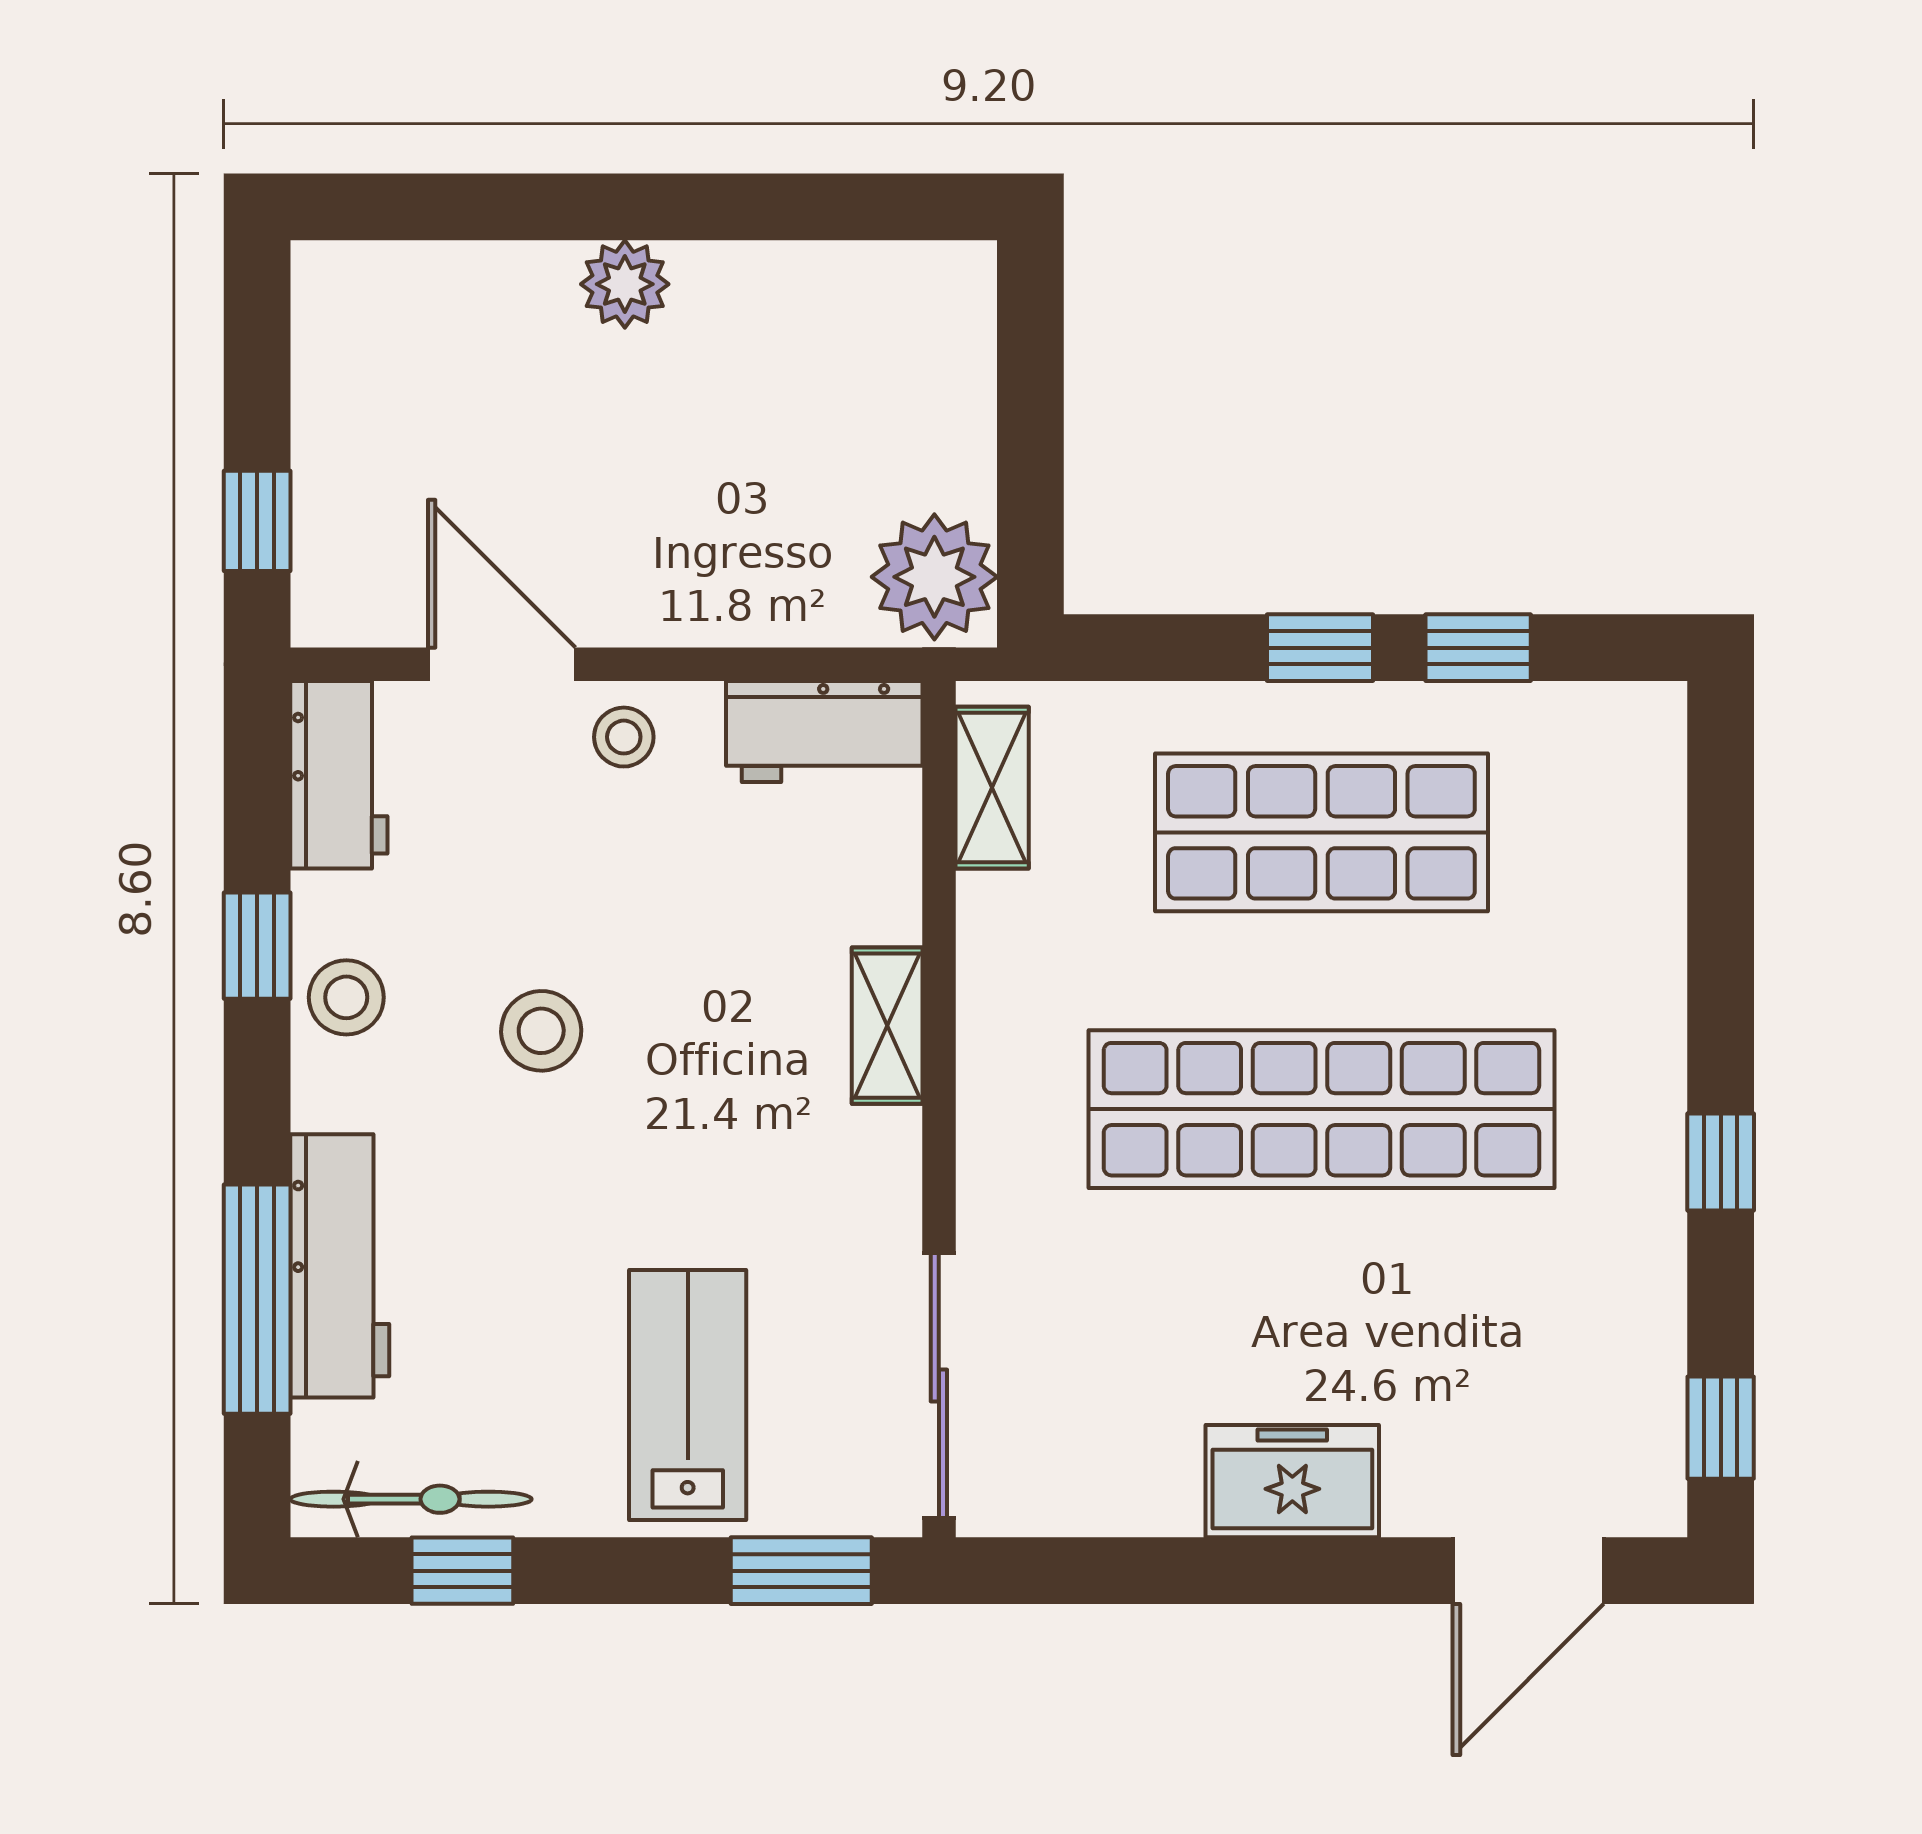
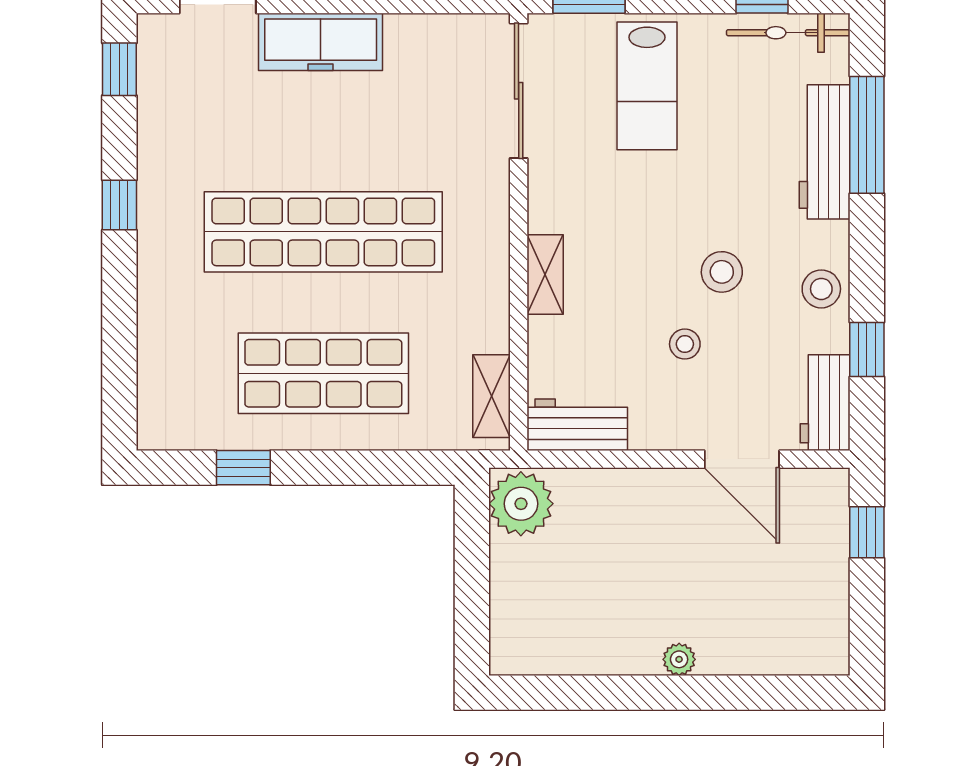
plant: (625, 284) -> (679, 659), width x0.73, depth x0.73
window: (1320, 648) -> (324, 468), removed
stool: (624, 737) -> (685, 344), moved
window: (257, 946) -> (867, 349), moved
freezer: (1292, 1481) -> (321, 42), width x1.40

